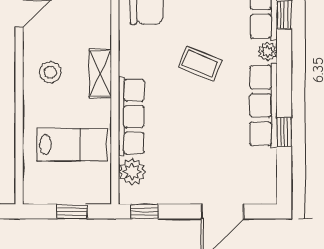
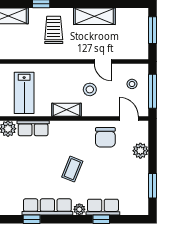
stool: (50, 72) -> (90, 89), moved
row of seats: (131, 117) -> (33, 128), width x0.68

